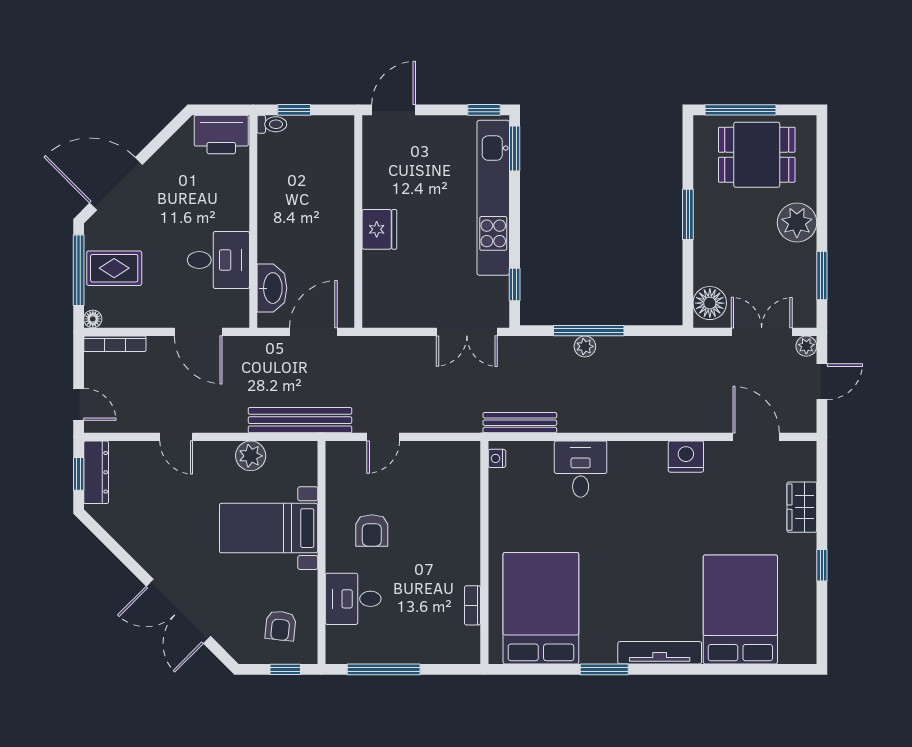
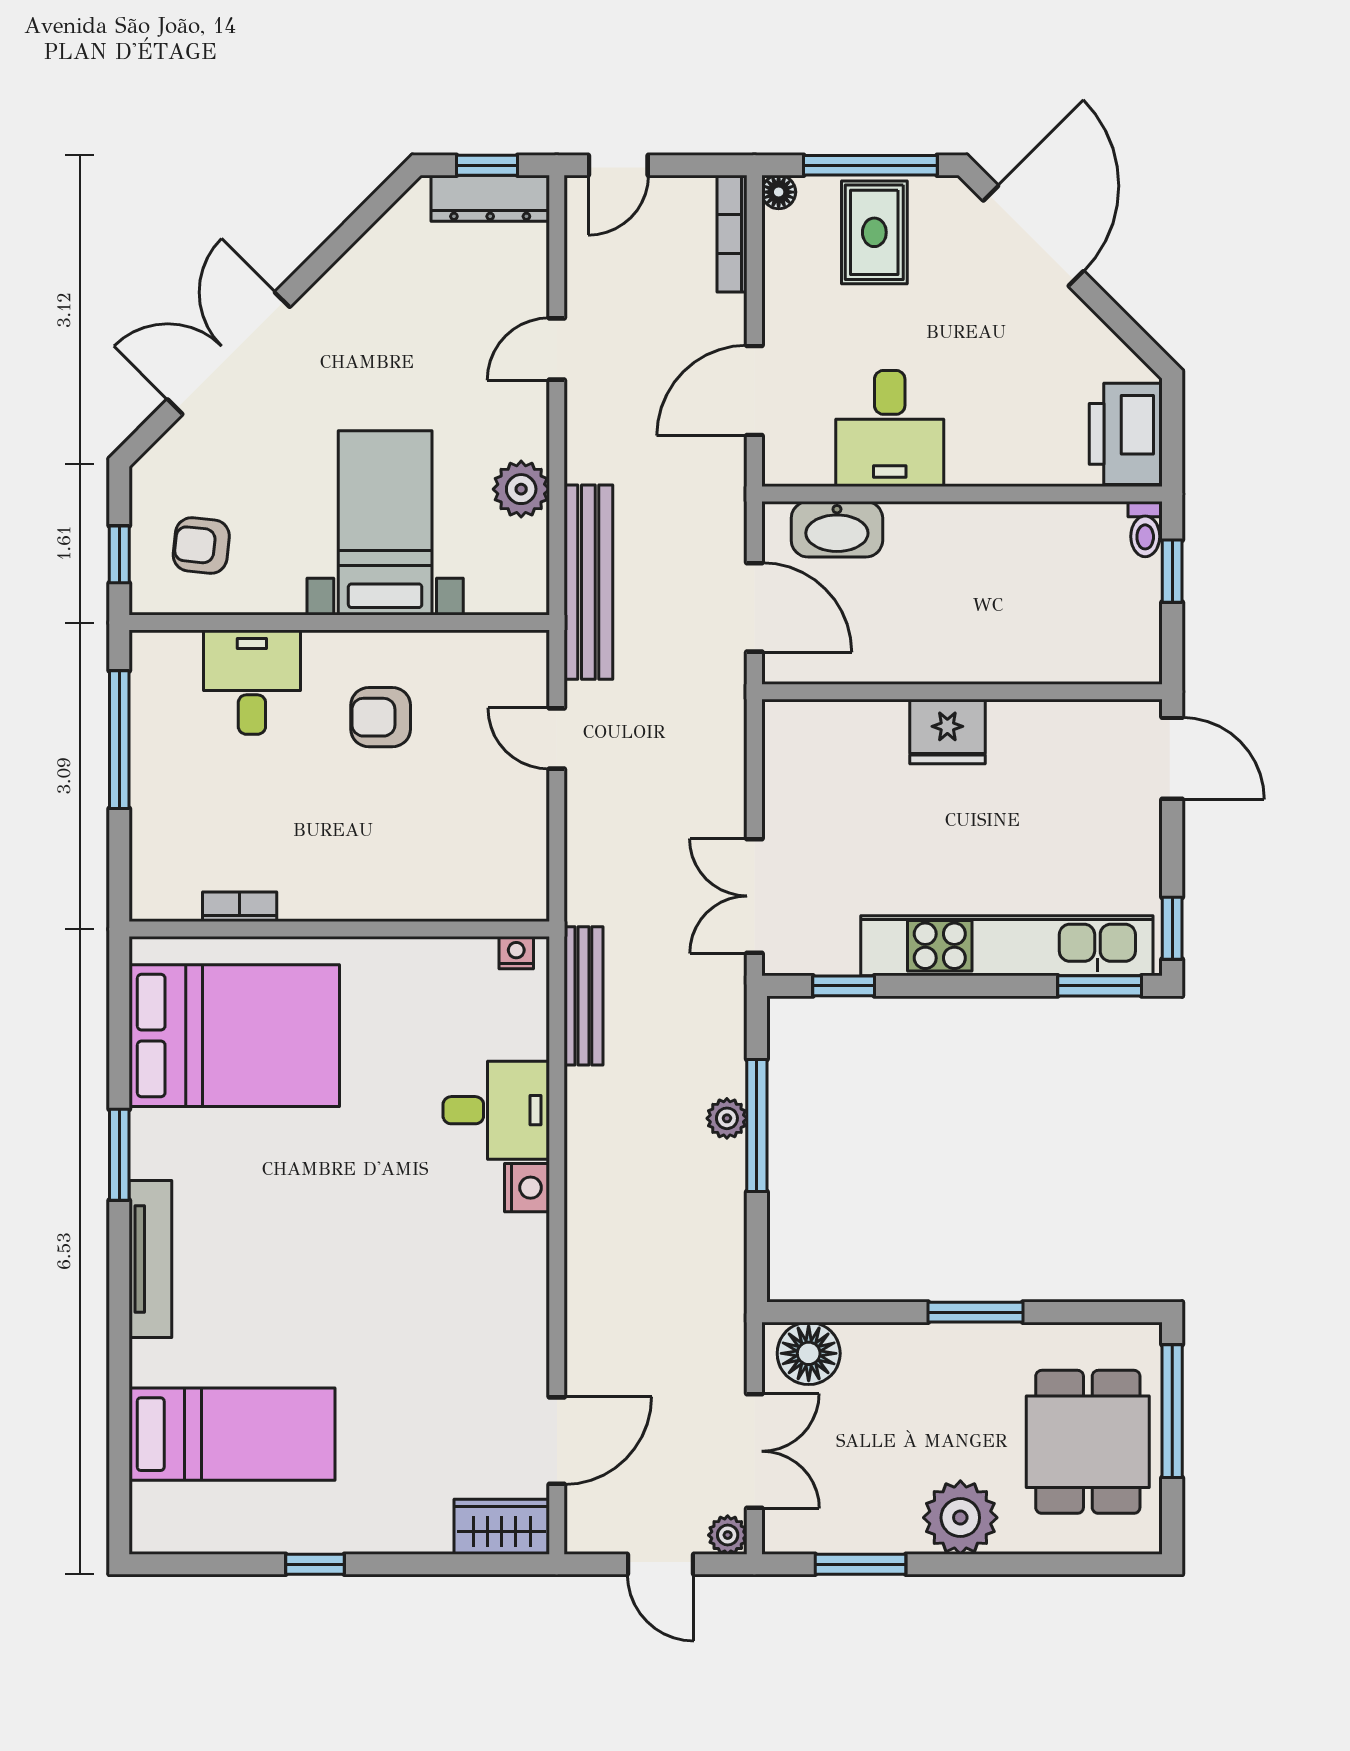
nightstand: (686, 457) -> (527, 1188), moved, width x0.74, depth x0.75
wardrobe: (802, 507) -> (502, 1527), moved
bed: (740, 609) -> (232, 1434), width x0.67

